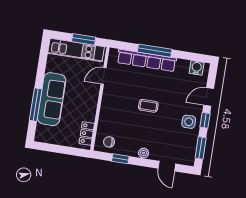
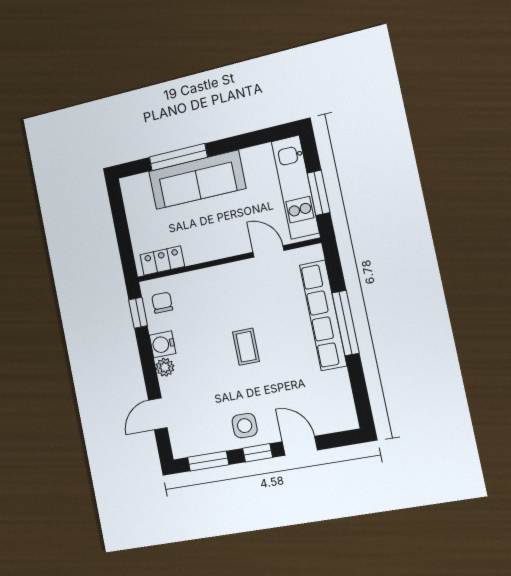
water cooler: (197, 68) -> (163, 344), moved, turned 180
window: (120, 159) -> (138, 313), moved

